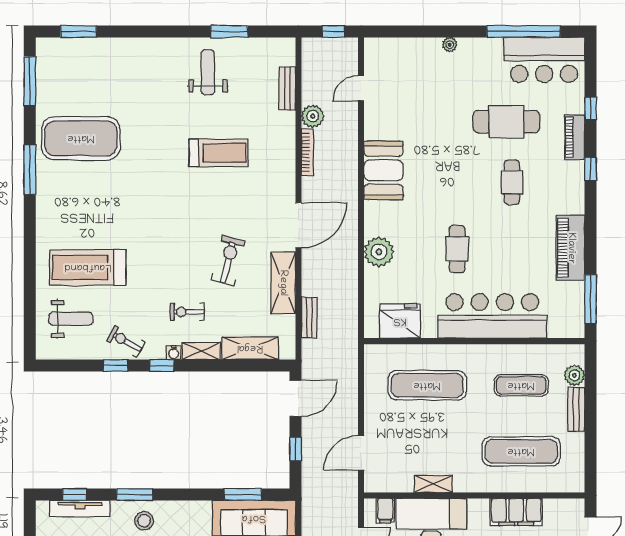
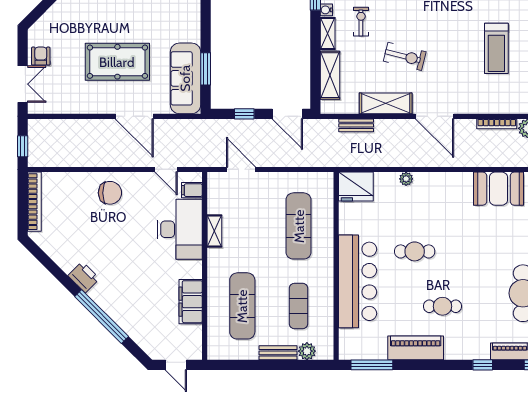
booth: (383, 170) -> (498, 189), moved
cafe table: (512, 182) -> (442, 306), moved
plant: (379, 252) -> (406, 179), width x0.53, depth x0.53
fridge: (400, 321) -> (356, 187), moved, turned 90

